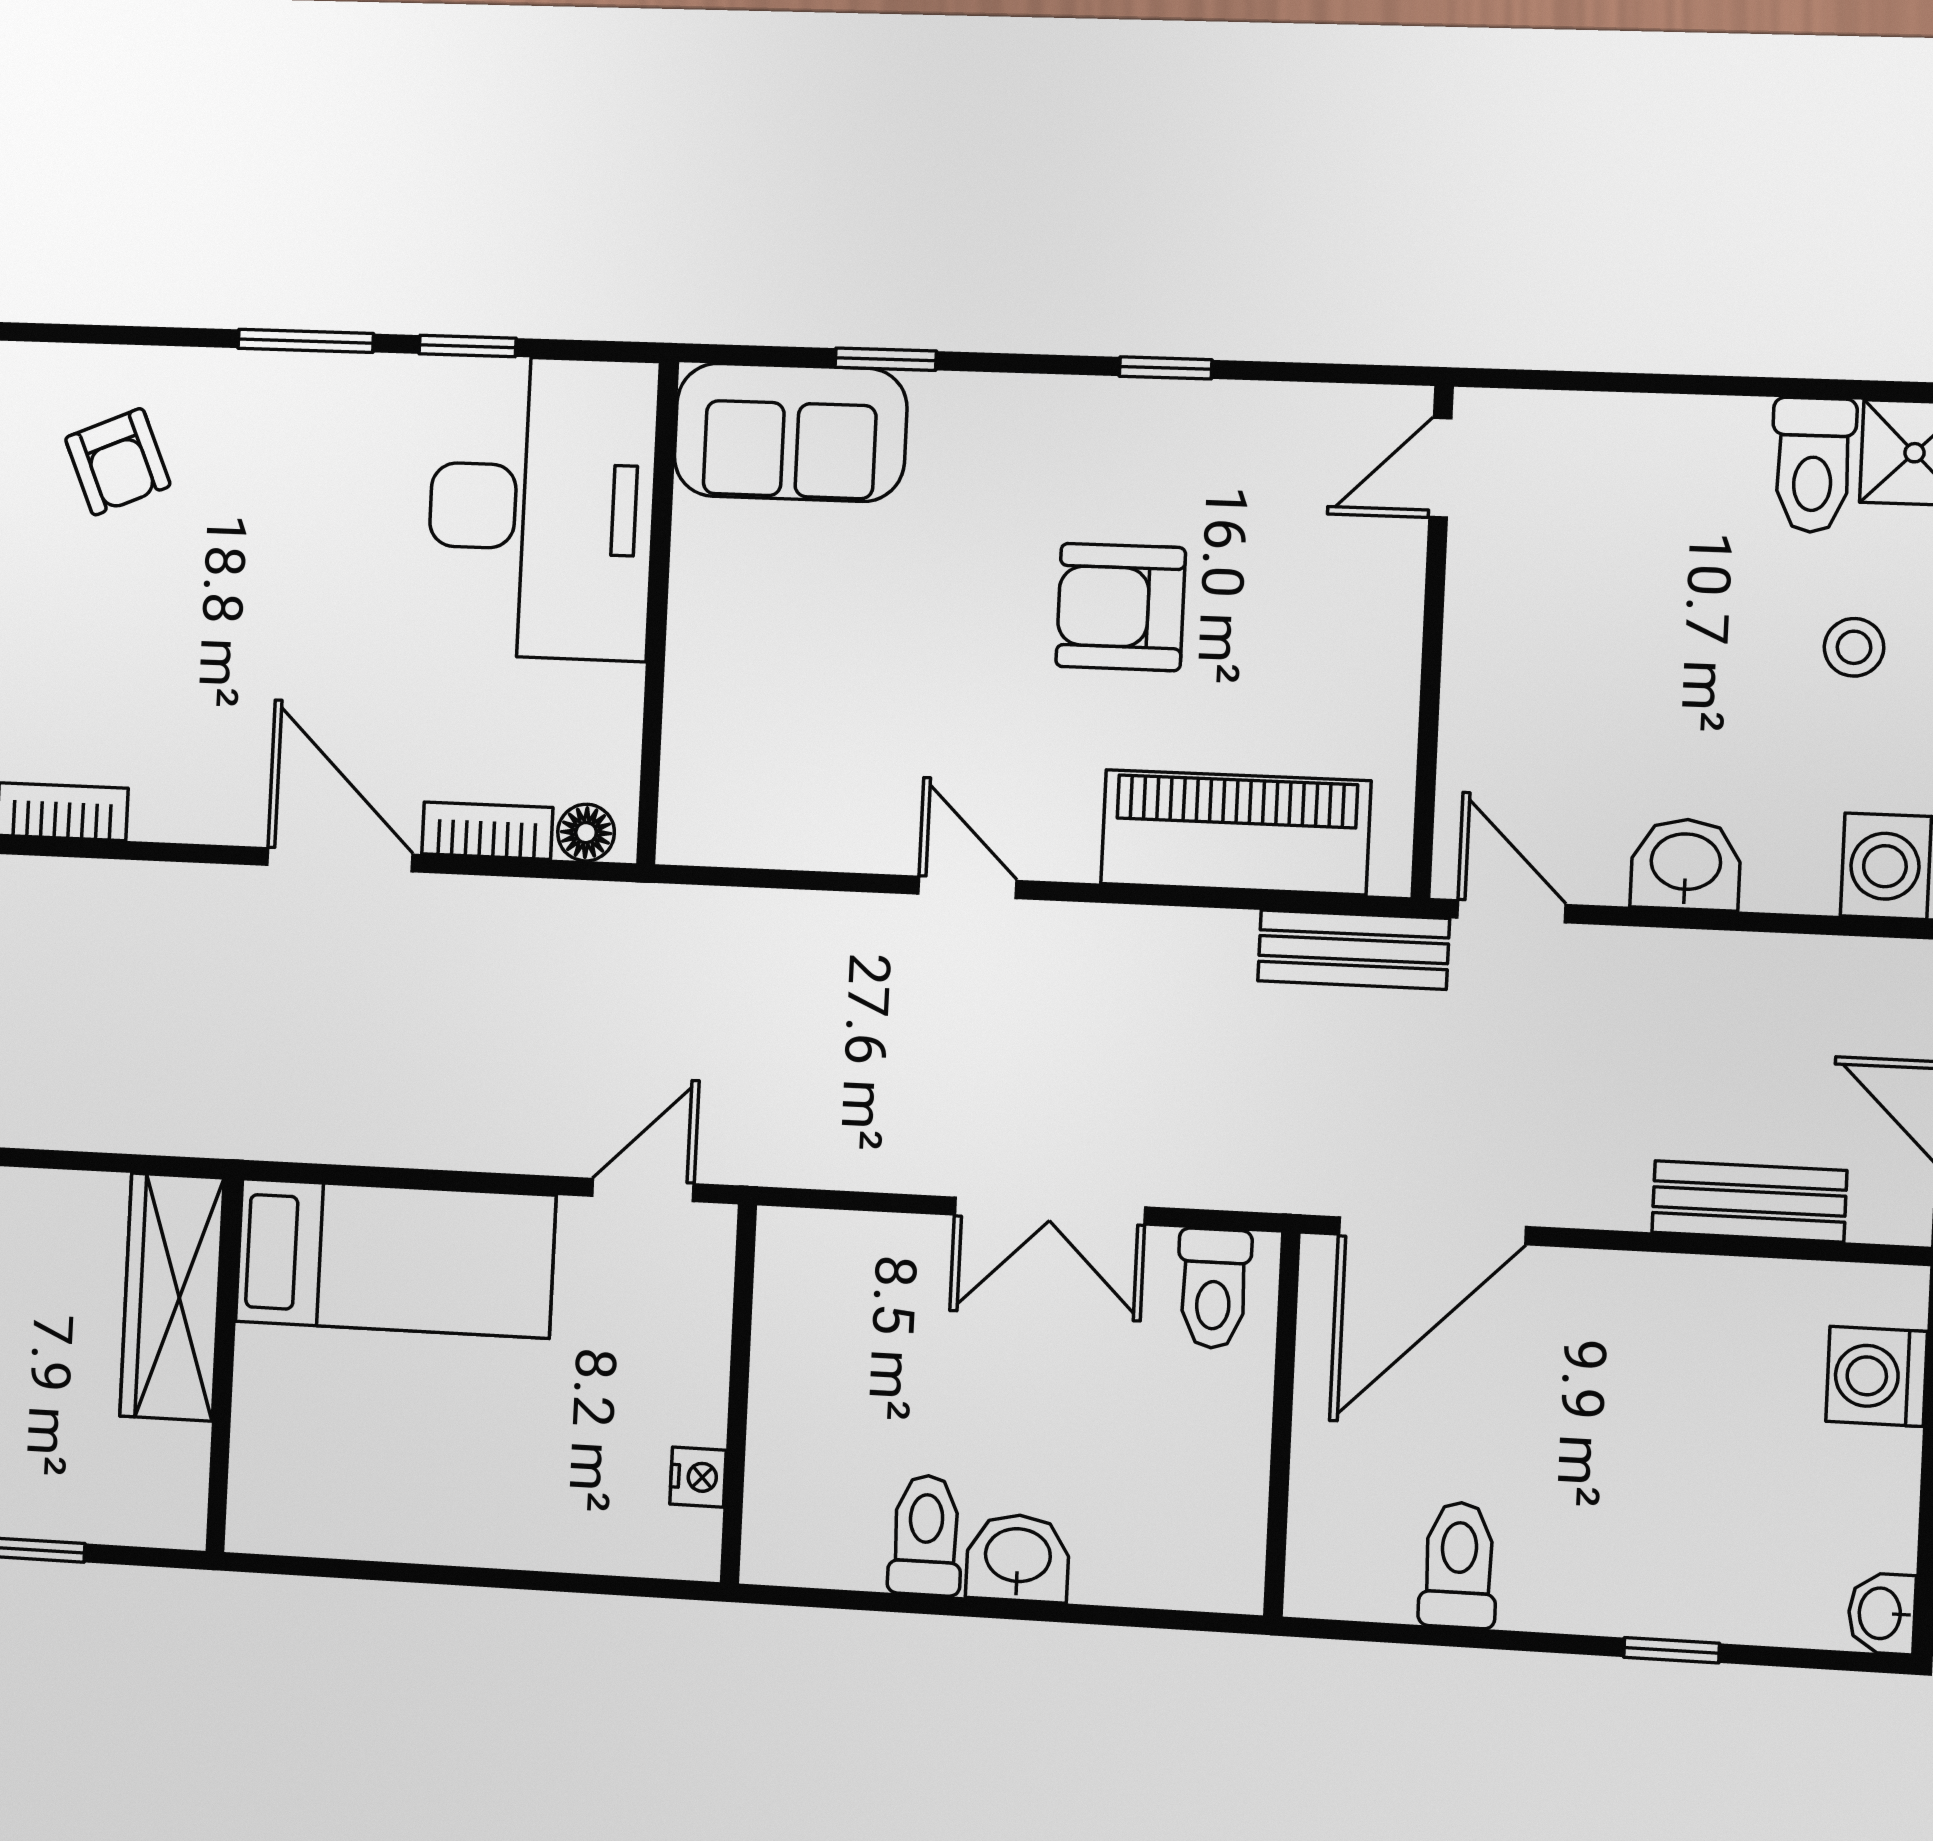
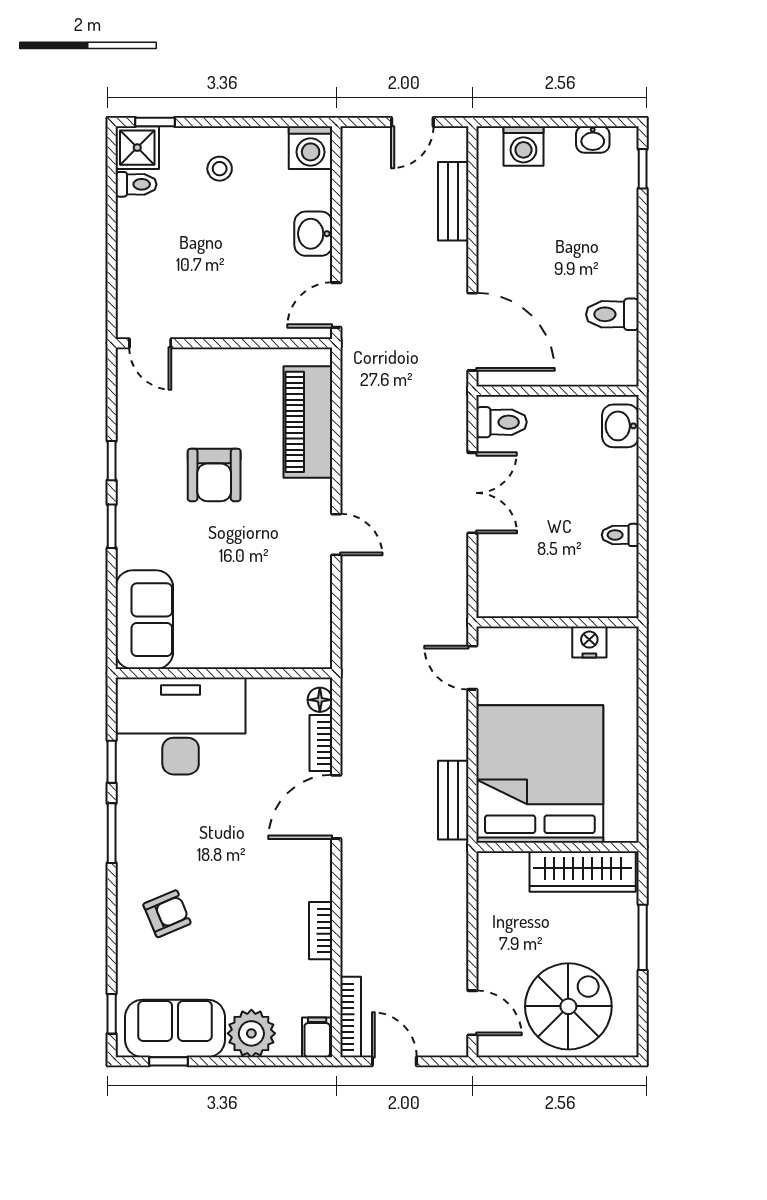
window: (886, 359) -> (112, 526), moved
toilet: (1813, 465) -> (136, 184), width x0.73, depth x0.72
door: (967, 887) -> (336, 534), swing flipped
bench: (1354, 950) -> (453, 800), moved
bed: (395, 1258) -> (540, 774), width x2.04
wardrobe: (172, 1297) -> (583, 871), moved
nightstand: (698, 1477) -> (589, 642), width x1.39, depth x1.35
toilet: (926, 1535) -> (620, 535), width x0.73, depth x0.72
washbasin: (1018, 1558) -> (620, 426), moved
washbasin: (1882, 1613) -> (593, 139), moved
window: (1672, 1650) -> (643, 169), moved

